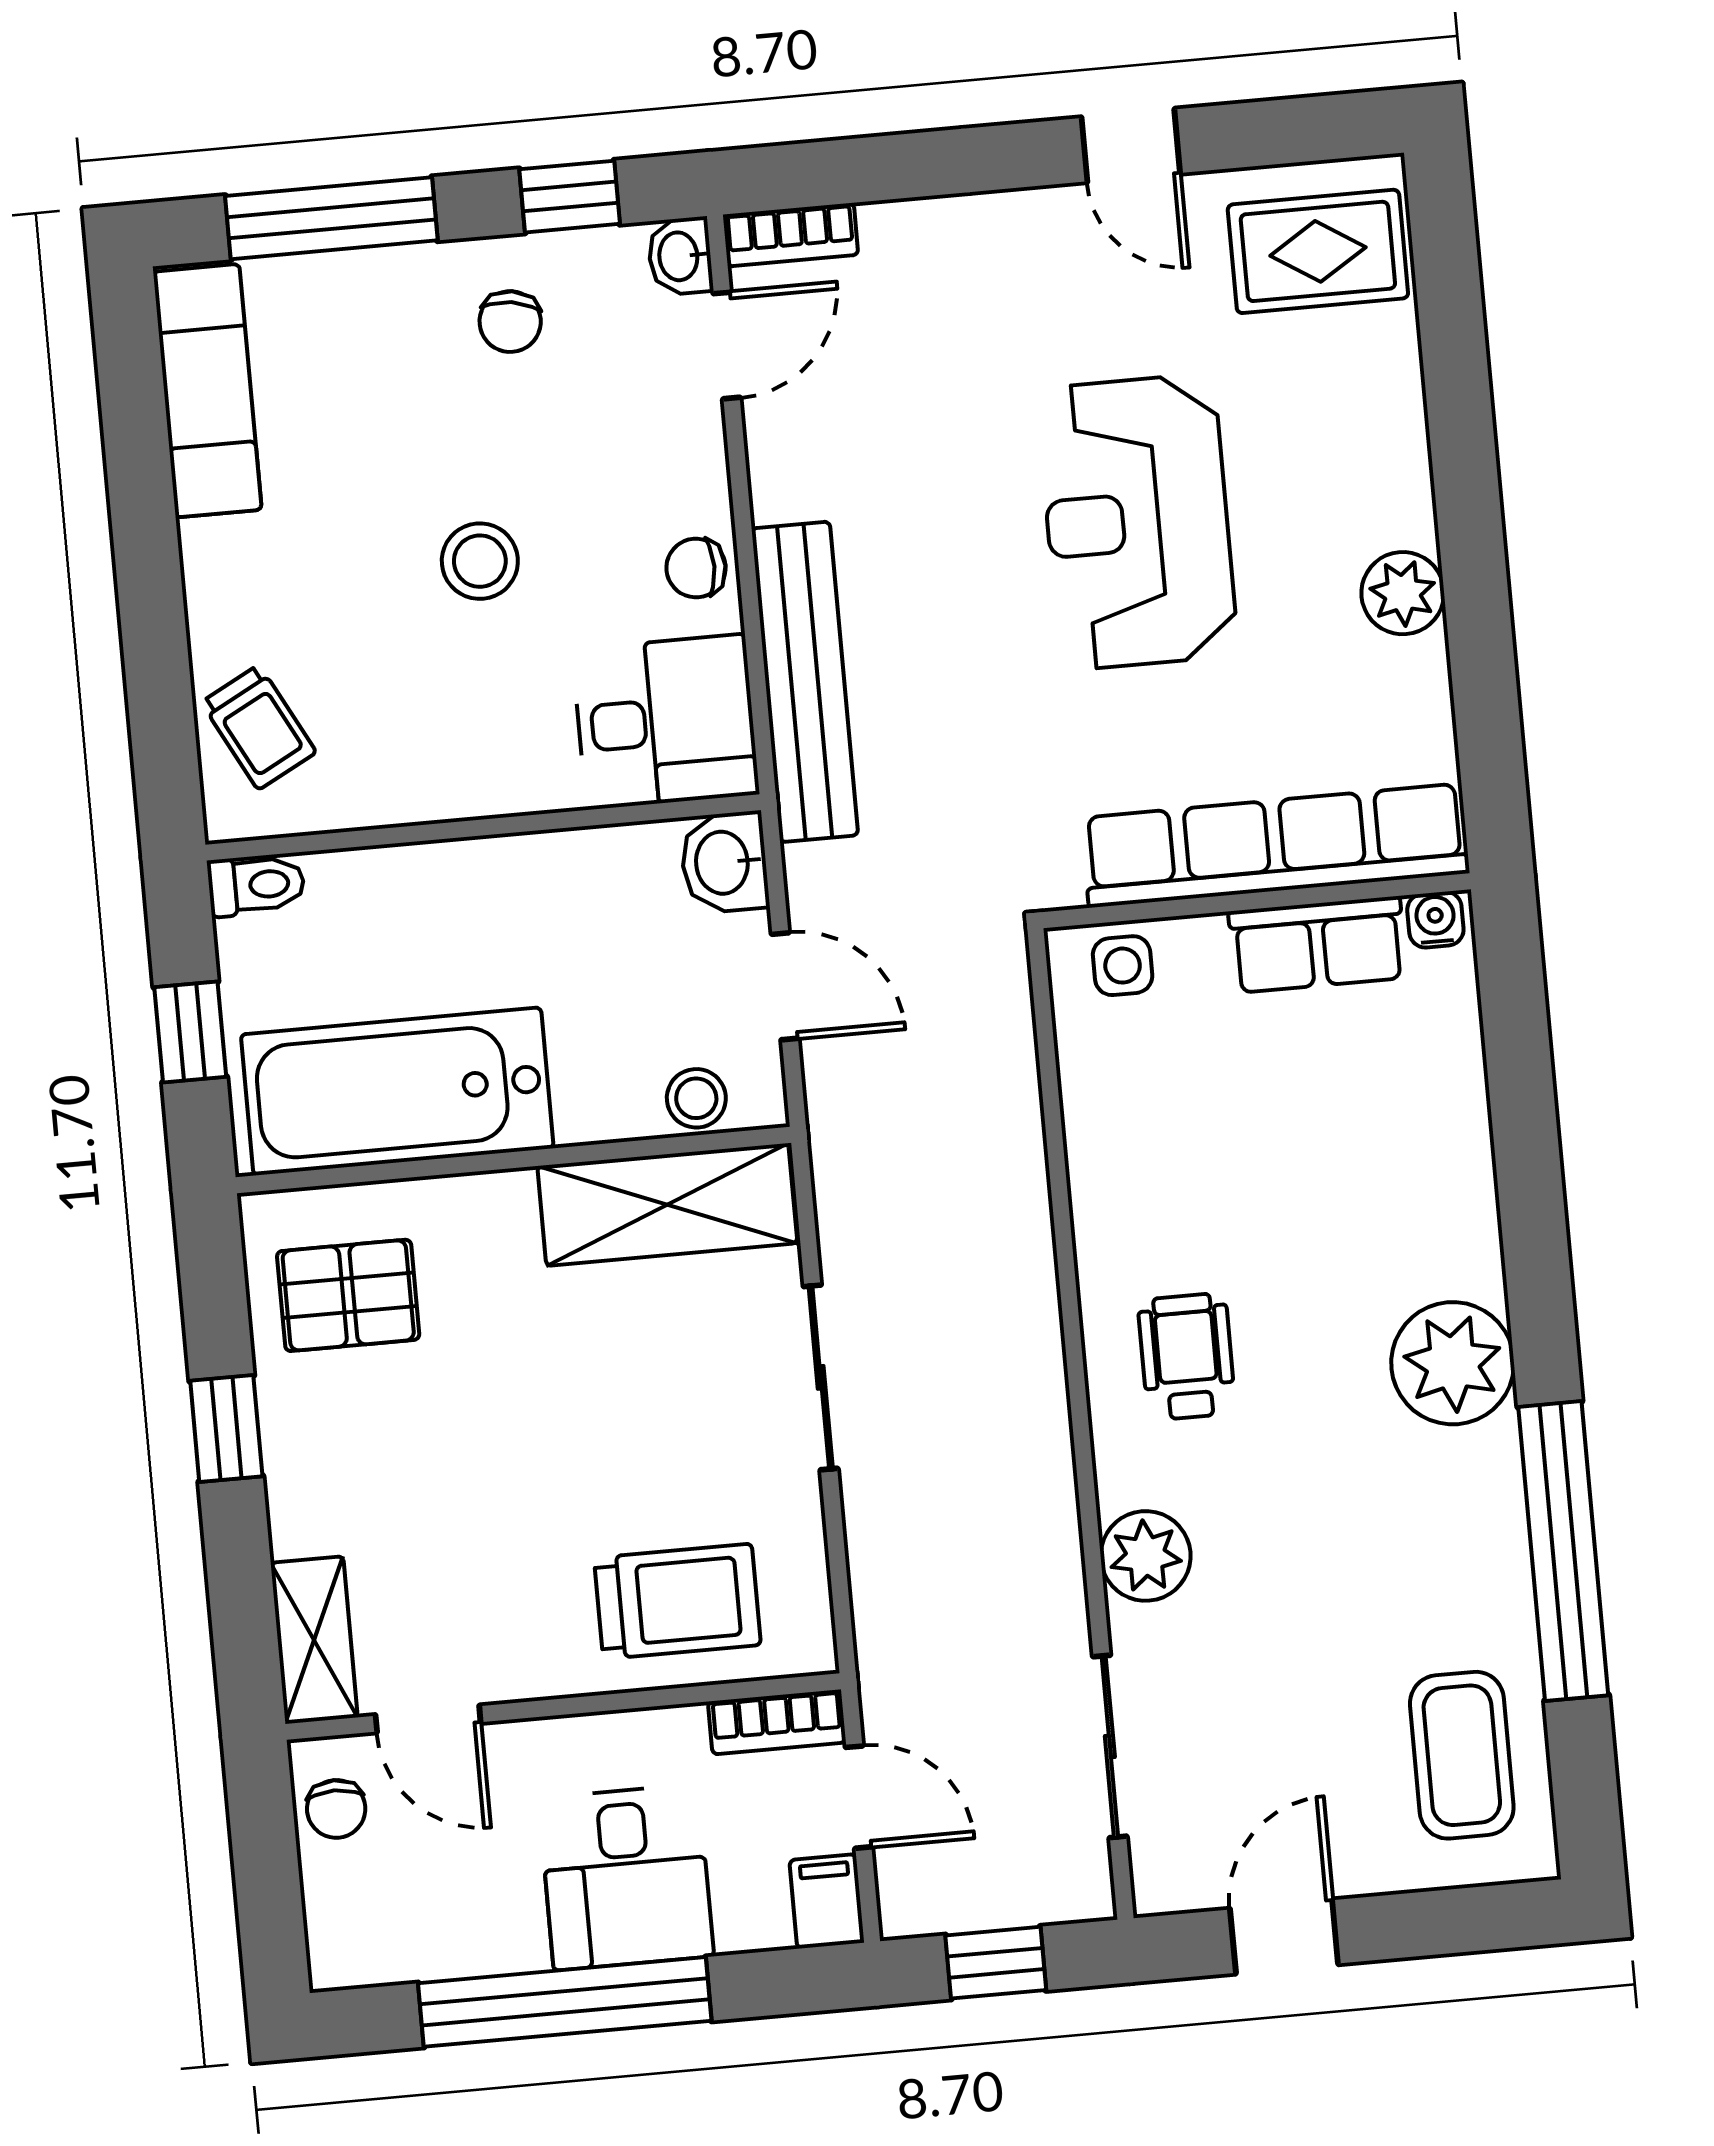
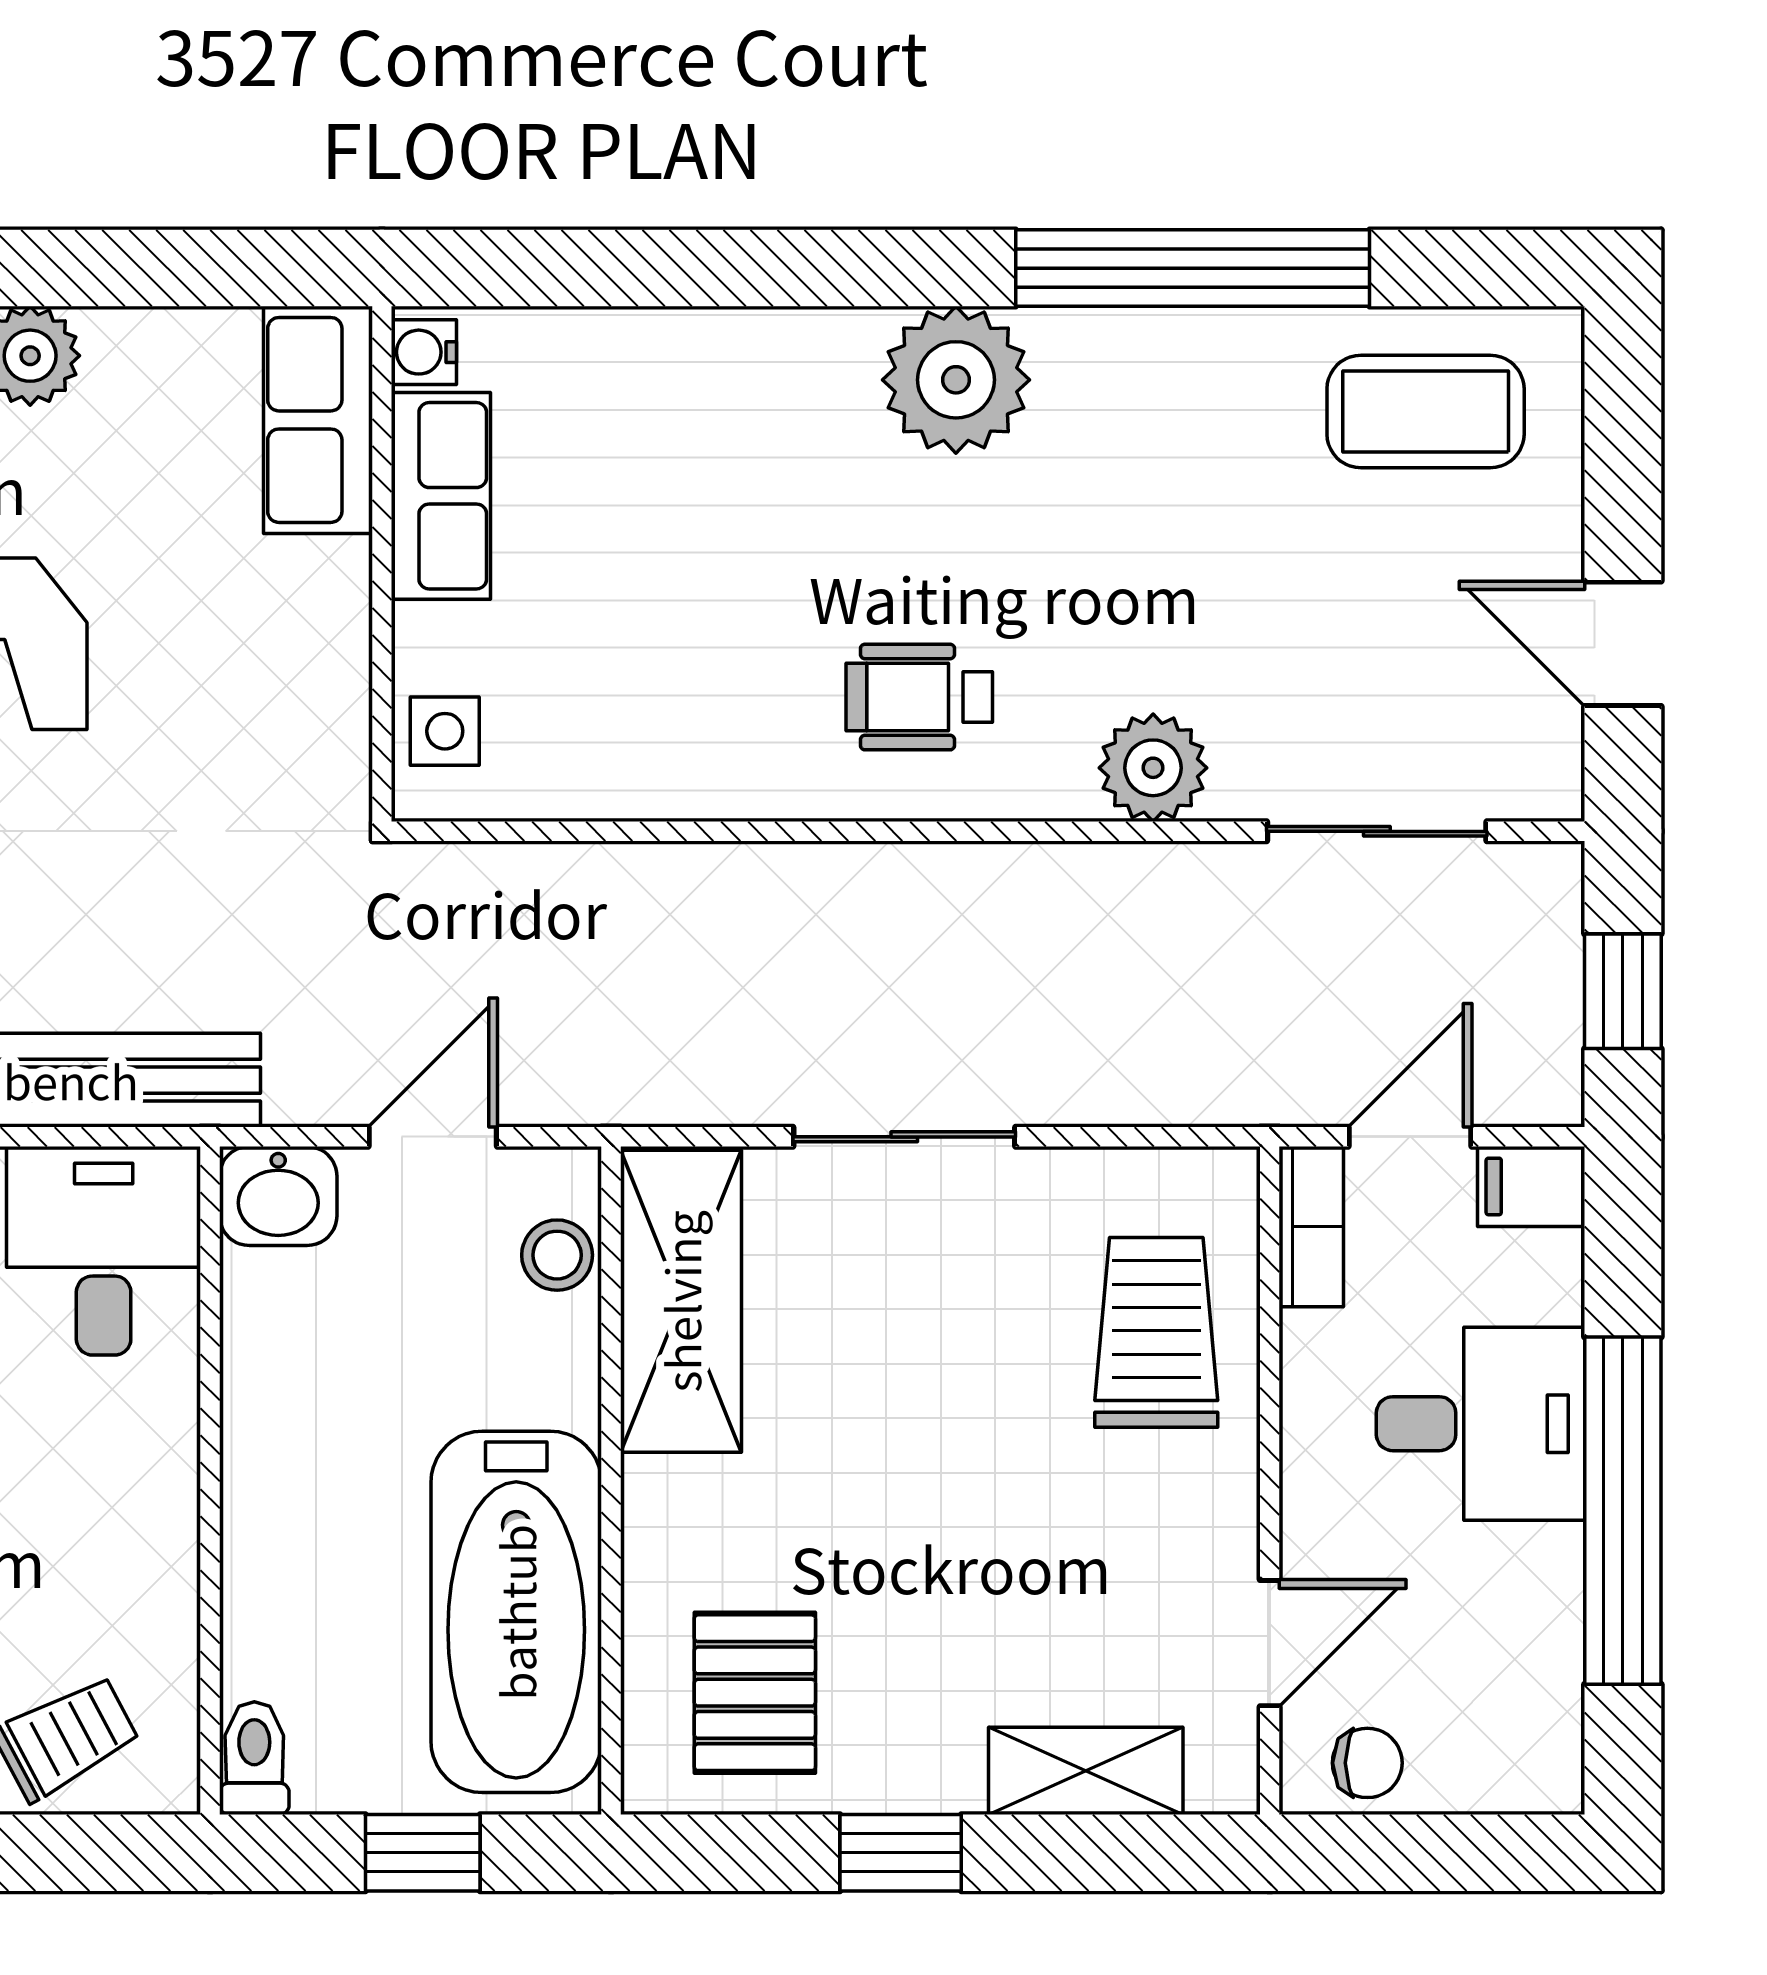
row of seats: (1275, 846) -> (318, 420), width x0.50
shelving: (314, 1640) -> (1086, 1771), moved

